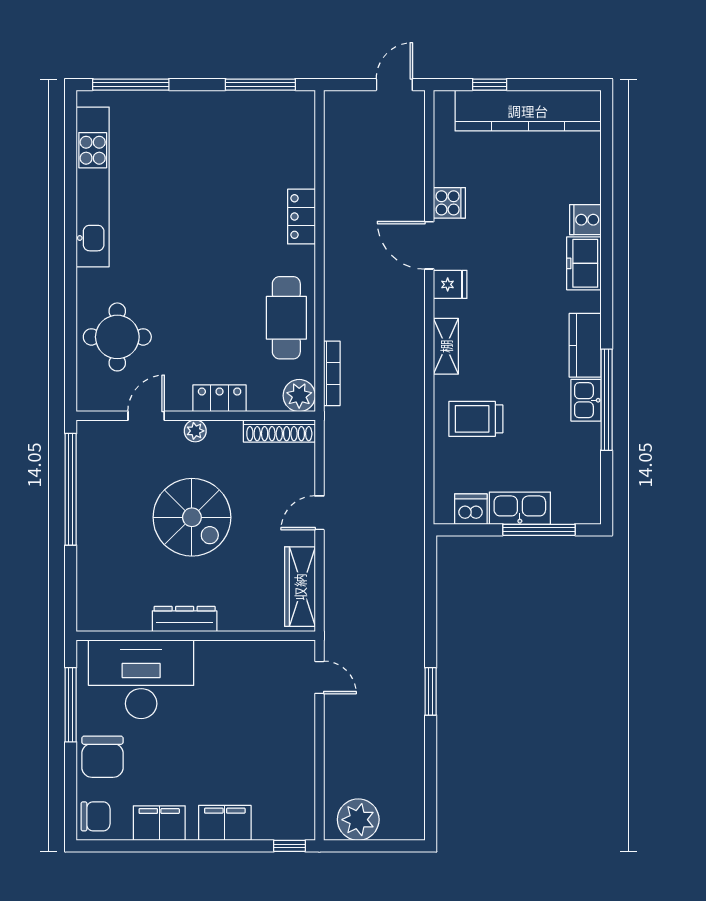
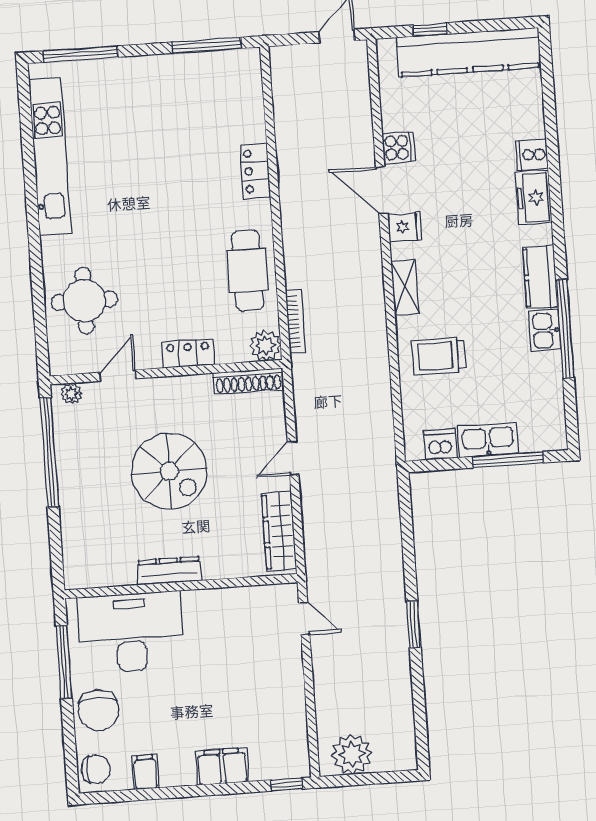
plant: (195, 431) -> (71, 394), moved
filing cabinet: (159, 823) -> (146, 772), width x0.50

